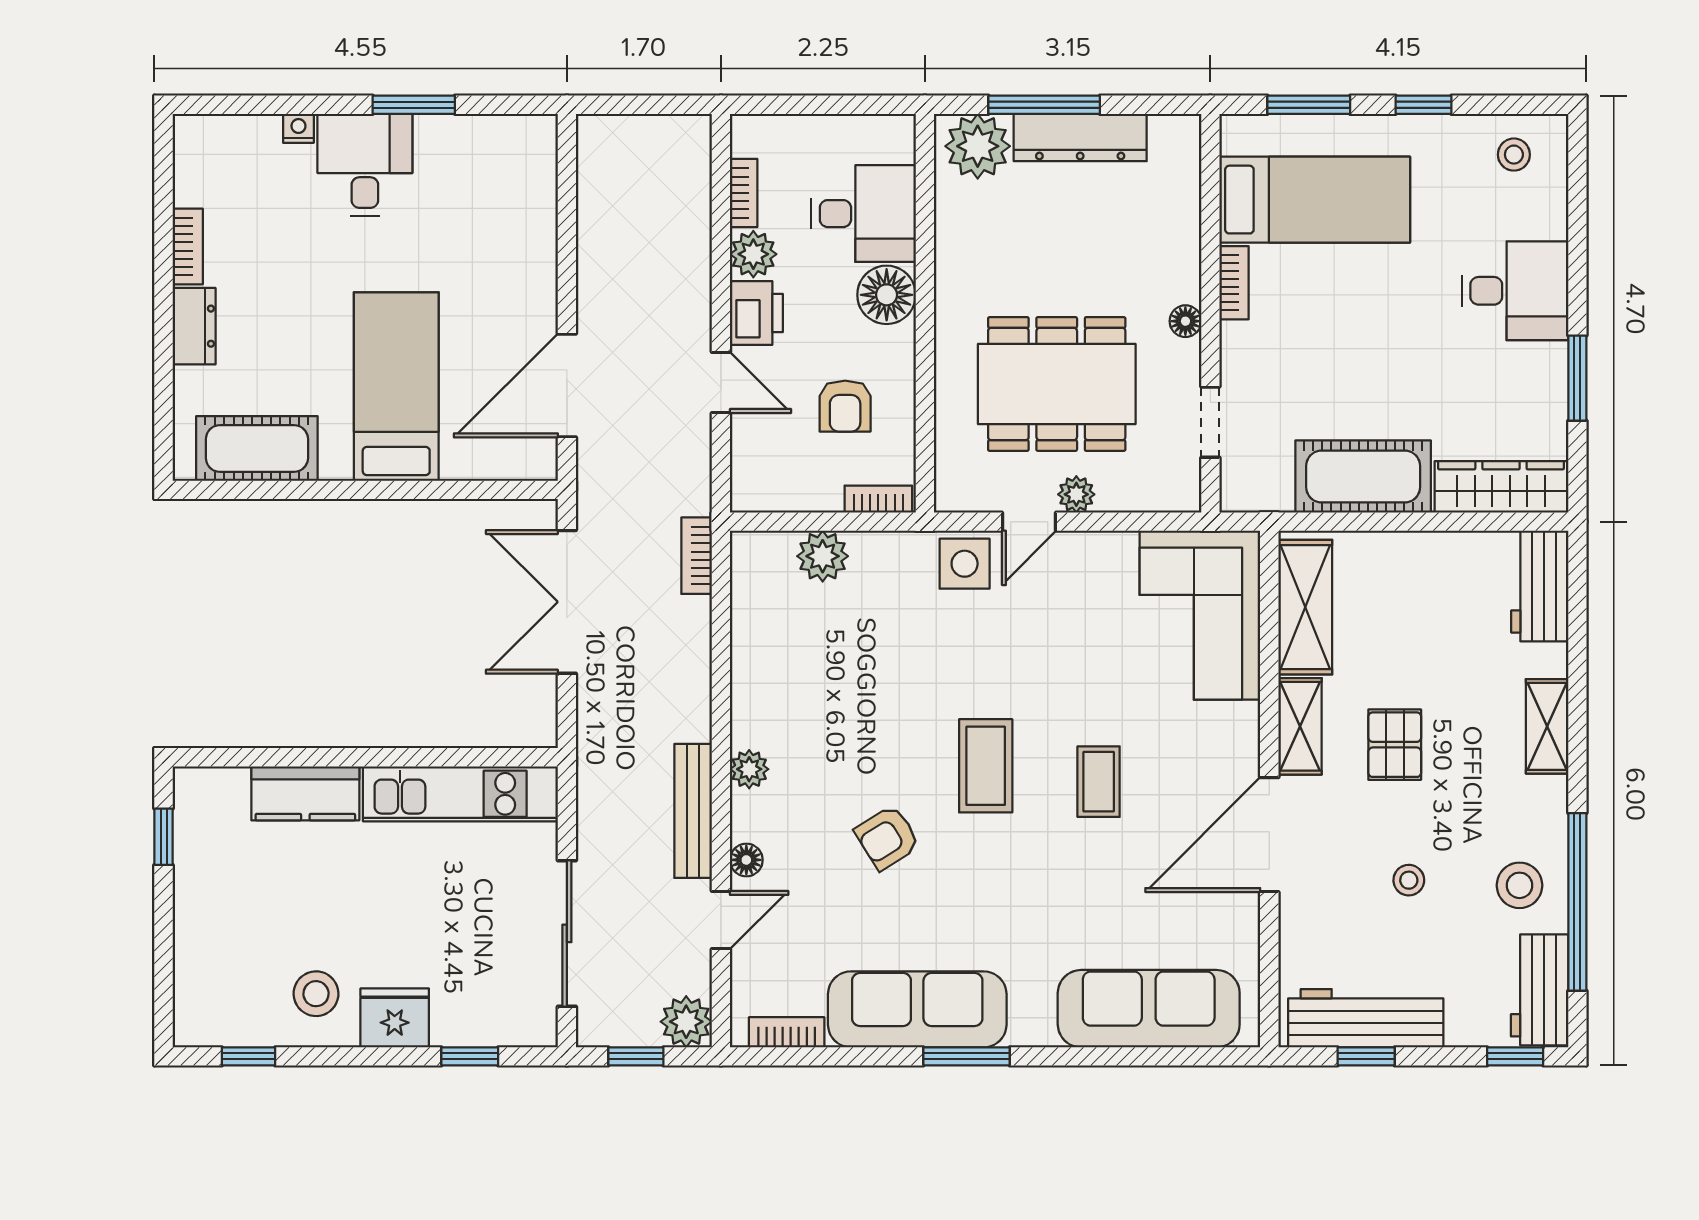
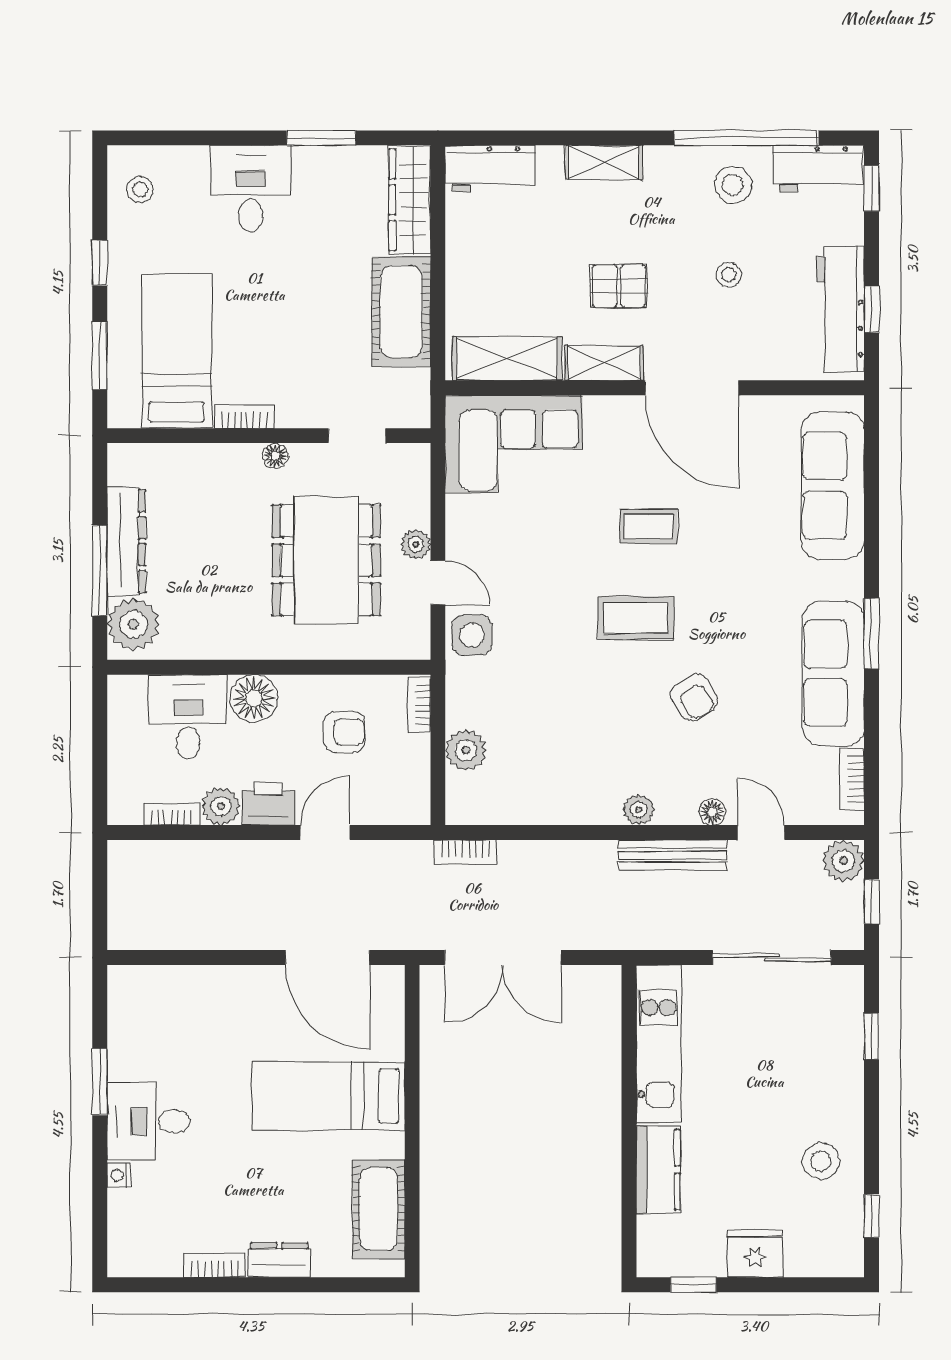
fridge: (395, 1018) -> (755, 1253), moved, turned 90

